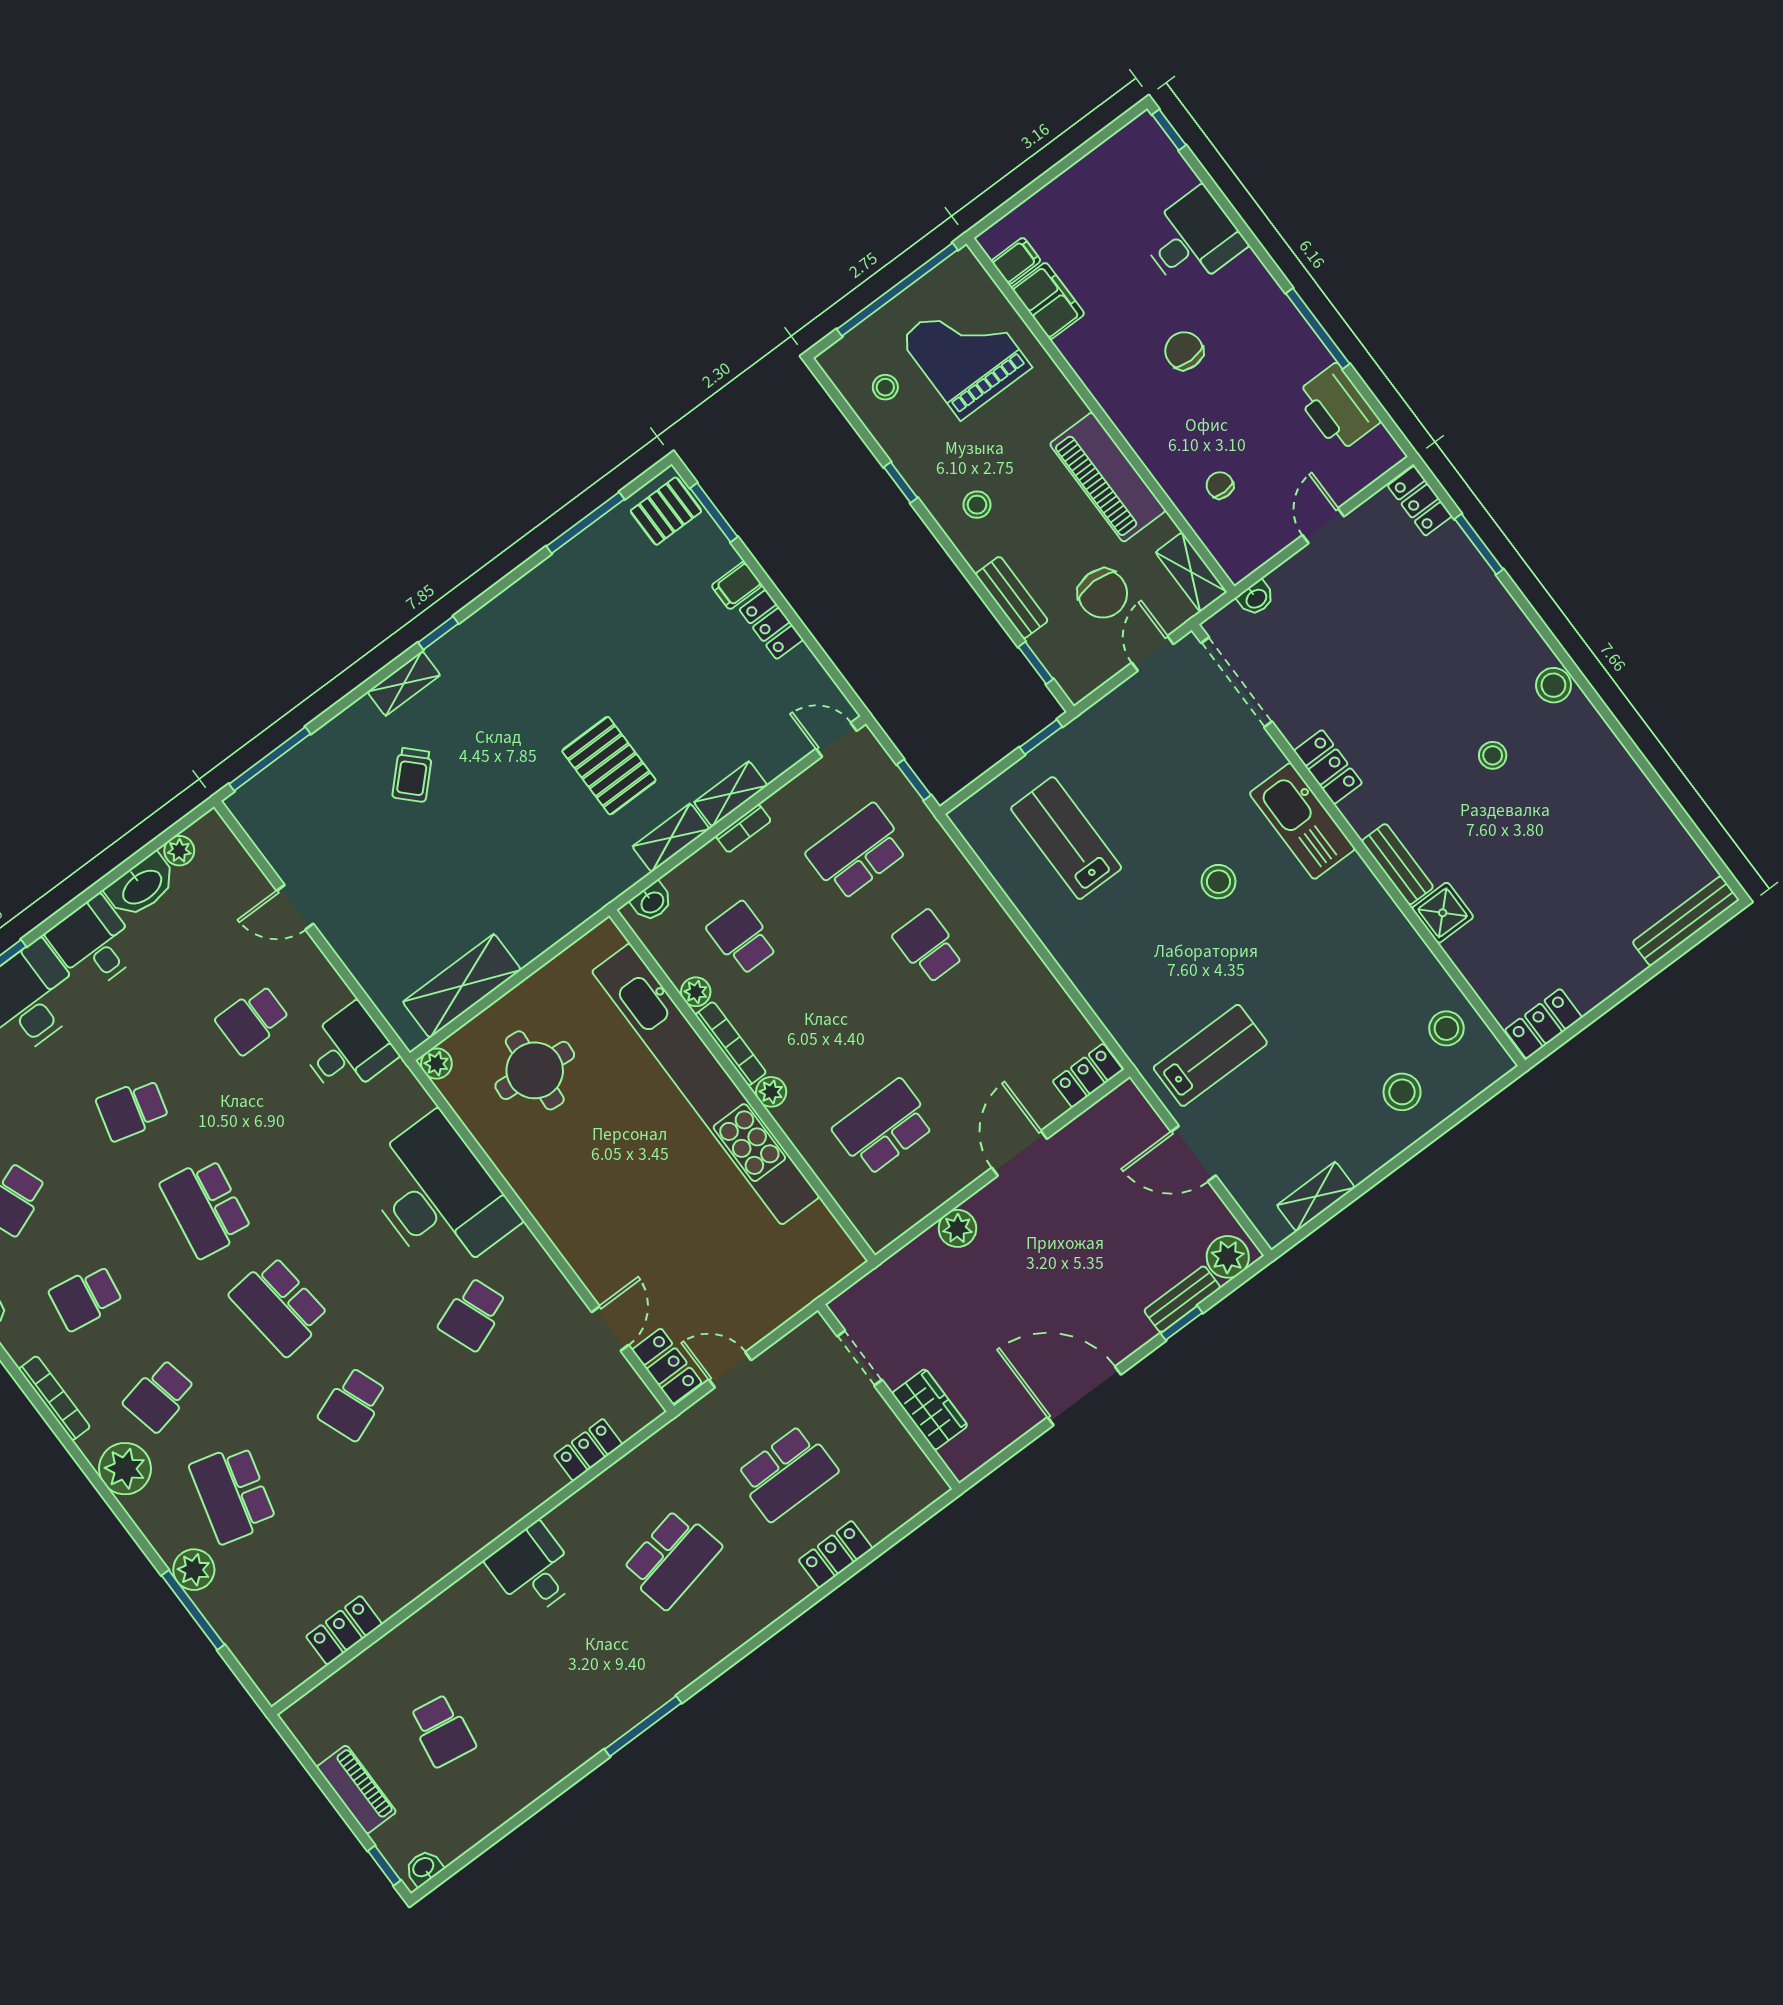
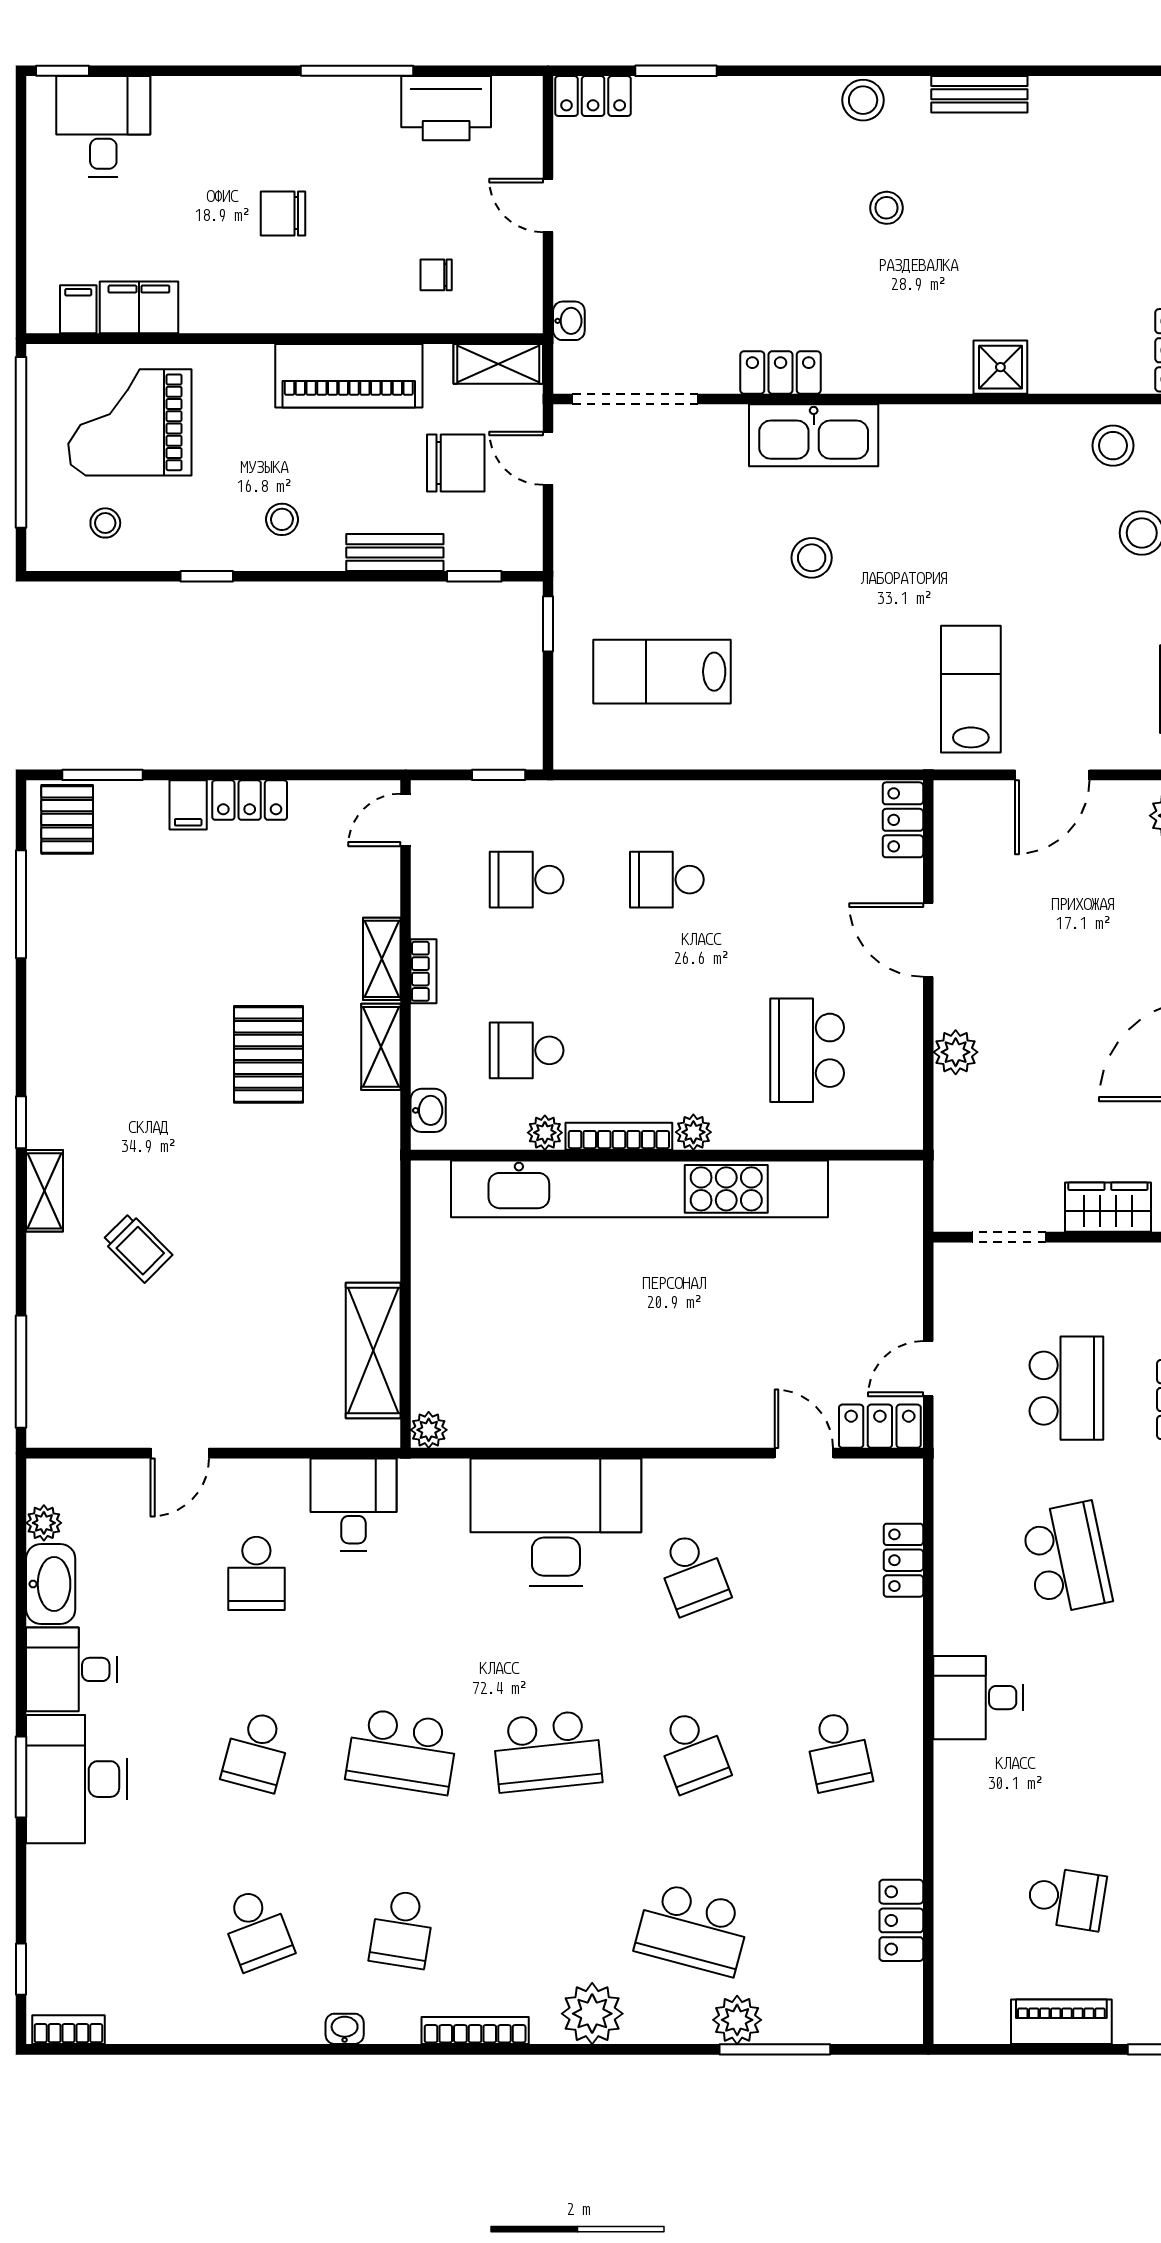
desk: (1192, 239) -> (103, 126), moved
pallet: (609, 766) -> (268, 1054), turned 90
school desk: (857, 852) -> (527, 880), width x0.54
bench: (1397, 864) -> (979, 94), moved
round table: (535, 1070) -> (505, 1341), removed
school desk: (159, 1396) -> (838, 1751), moved

